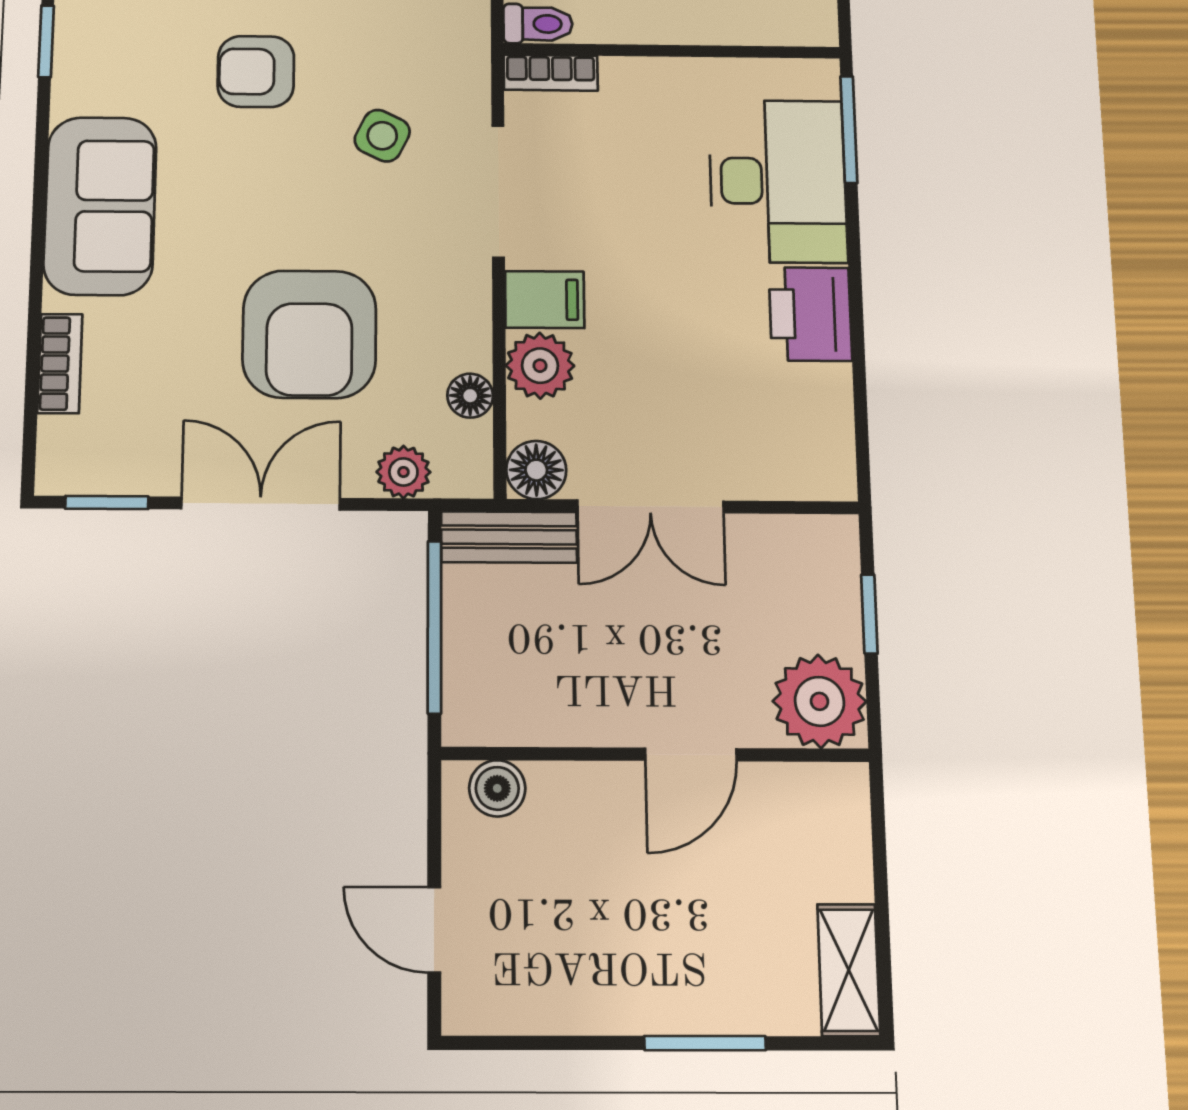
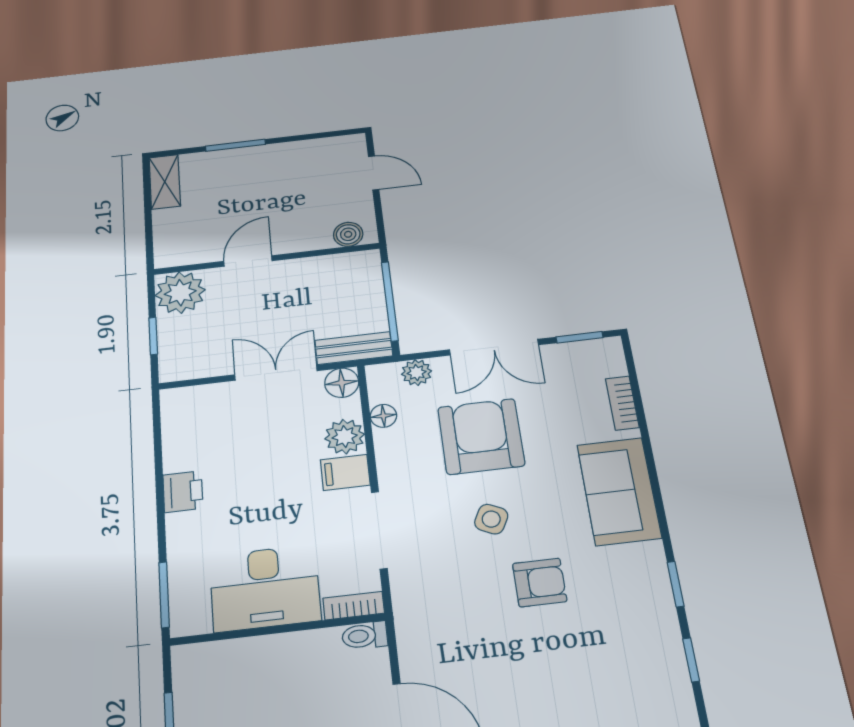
side table: (382, 136) -> (491, 519), moved
desk: (778, 181) -> (265, 588), moved, turned -90
printer: (810, 314) -> (183, 492), width x0.73, depth x0.81

